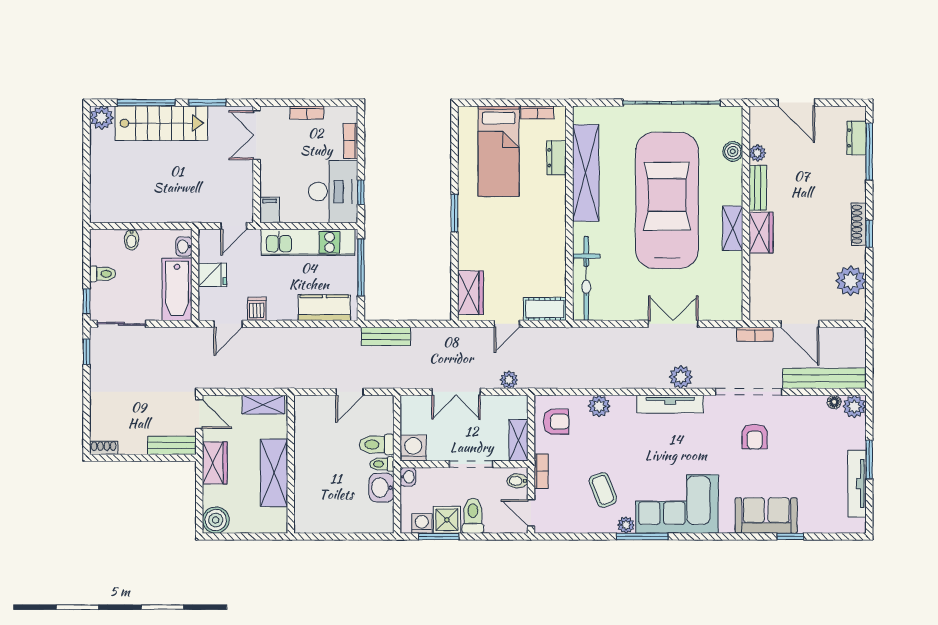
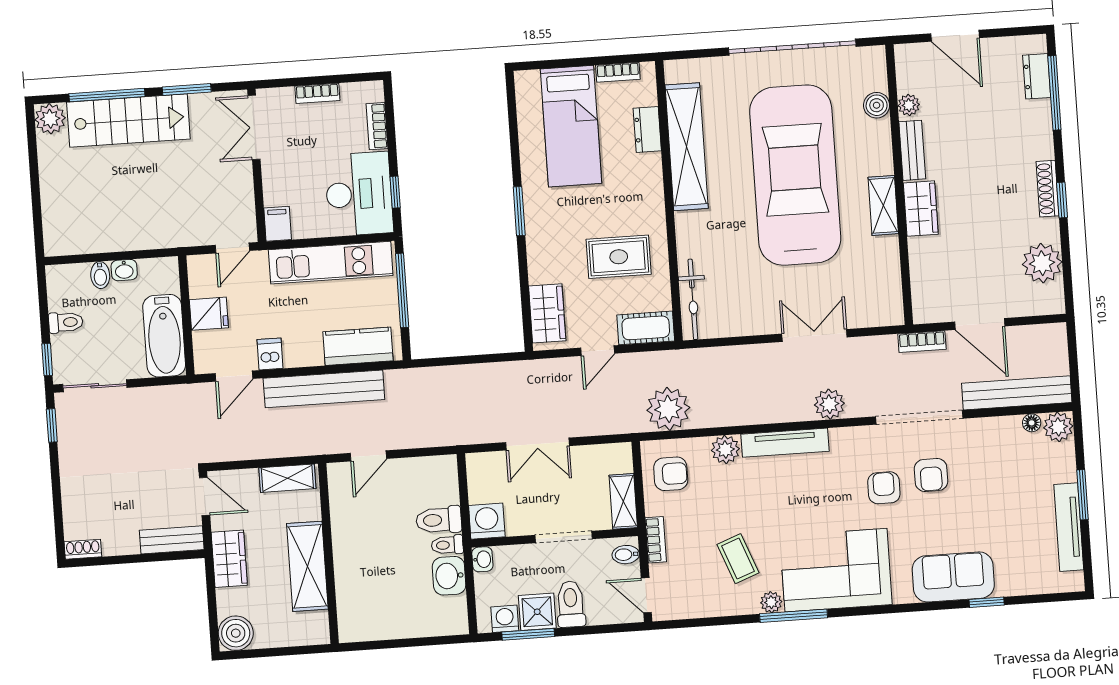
washbasin: (184, 247) -> (124, 270), moved, turned -90
rug: (528, 253) -> (619, 257), added
bicycle: (586, 278) -> (693, 299), width x0.73, depth x0.71
bench: (386, 336) -> (324, 389), moved, width x1.86, depth x1.21
plant: (509, 380) -> (668, 409), moved, width x1.88, depth x1.88
door: (350, 392) -> (368, 456), moved
tv unit: (670, 404) -> (785, 443), moved
armchair: (718, 444) -> (884, 488), added

